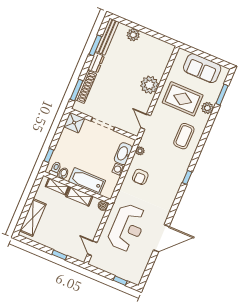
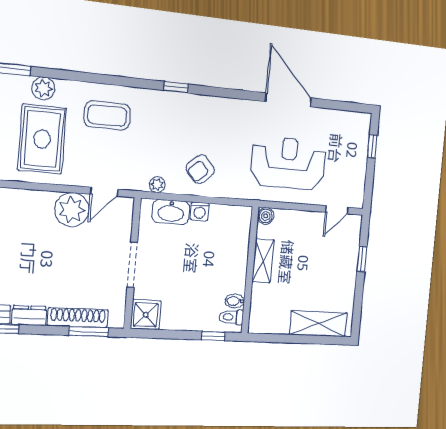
plant: (149, 85) -> (72, 210), moved
armchair: (140, 177) -> (200, 169), turned 138
bathtub: (87, 181) -> (235, 257), removed
shelving: (57, 186) -> (258, 303), removed

